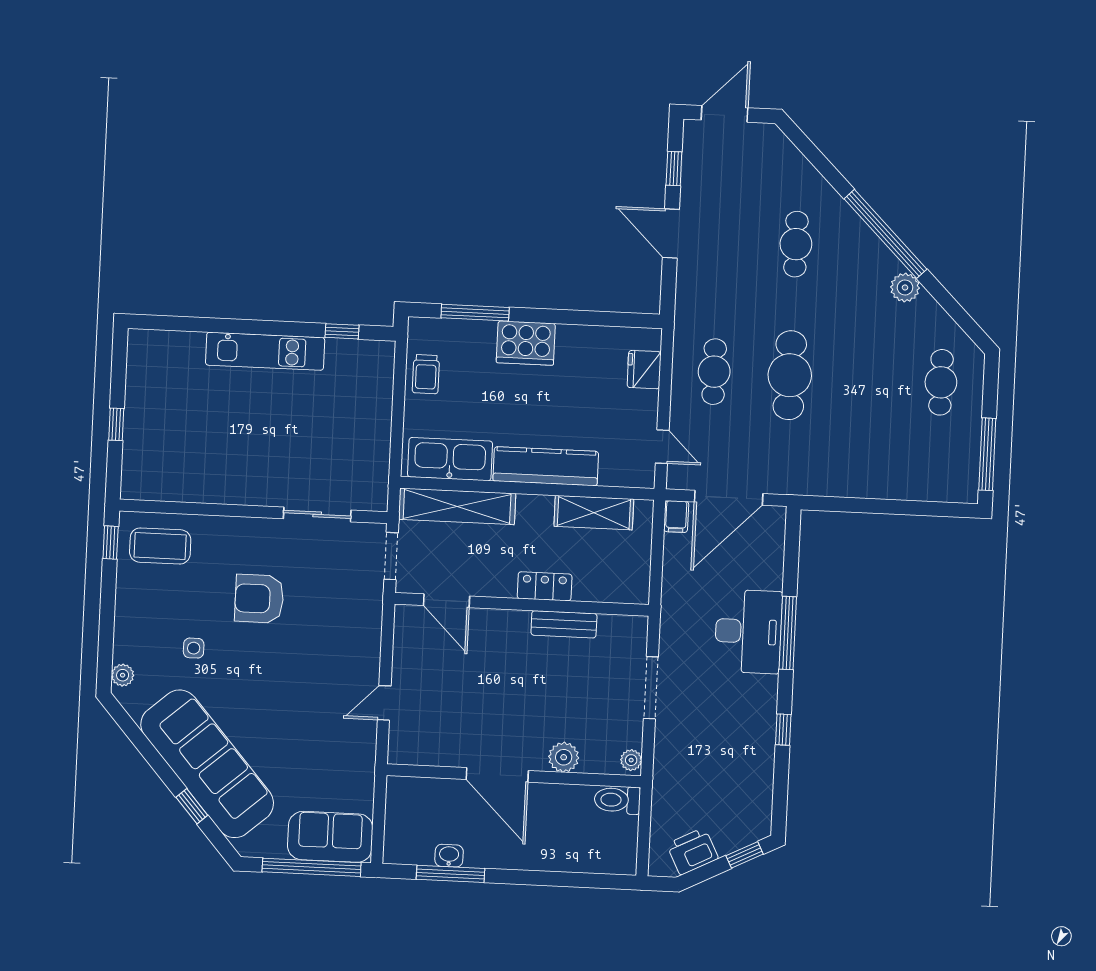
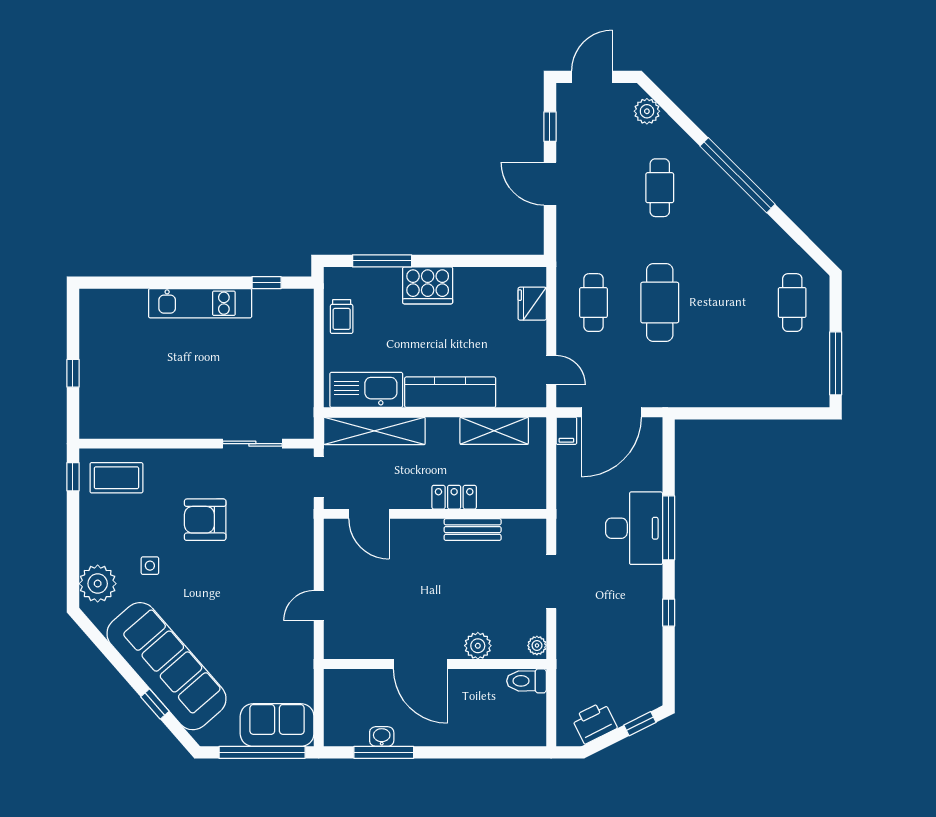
plant: (905, 288) -> (647, 111), moved
plant: (123, 675) -> (98, 584), width x1.88, depth x1.88

